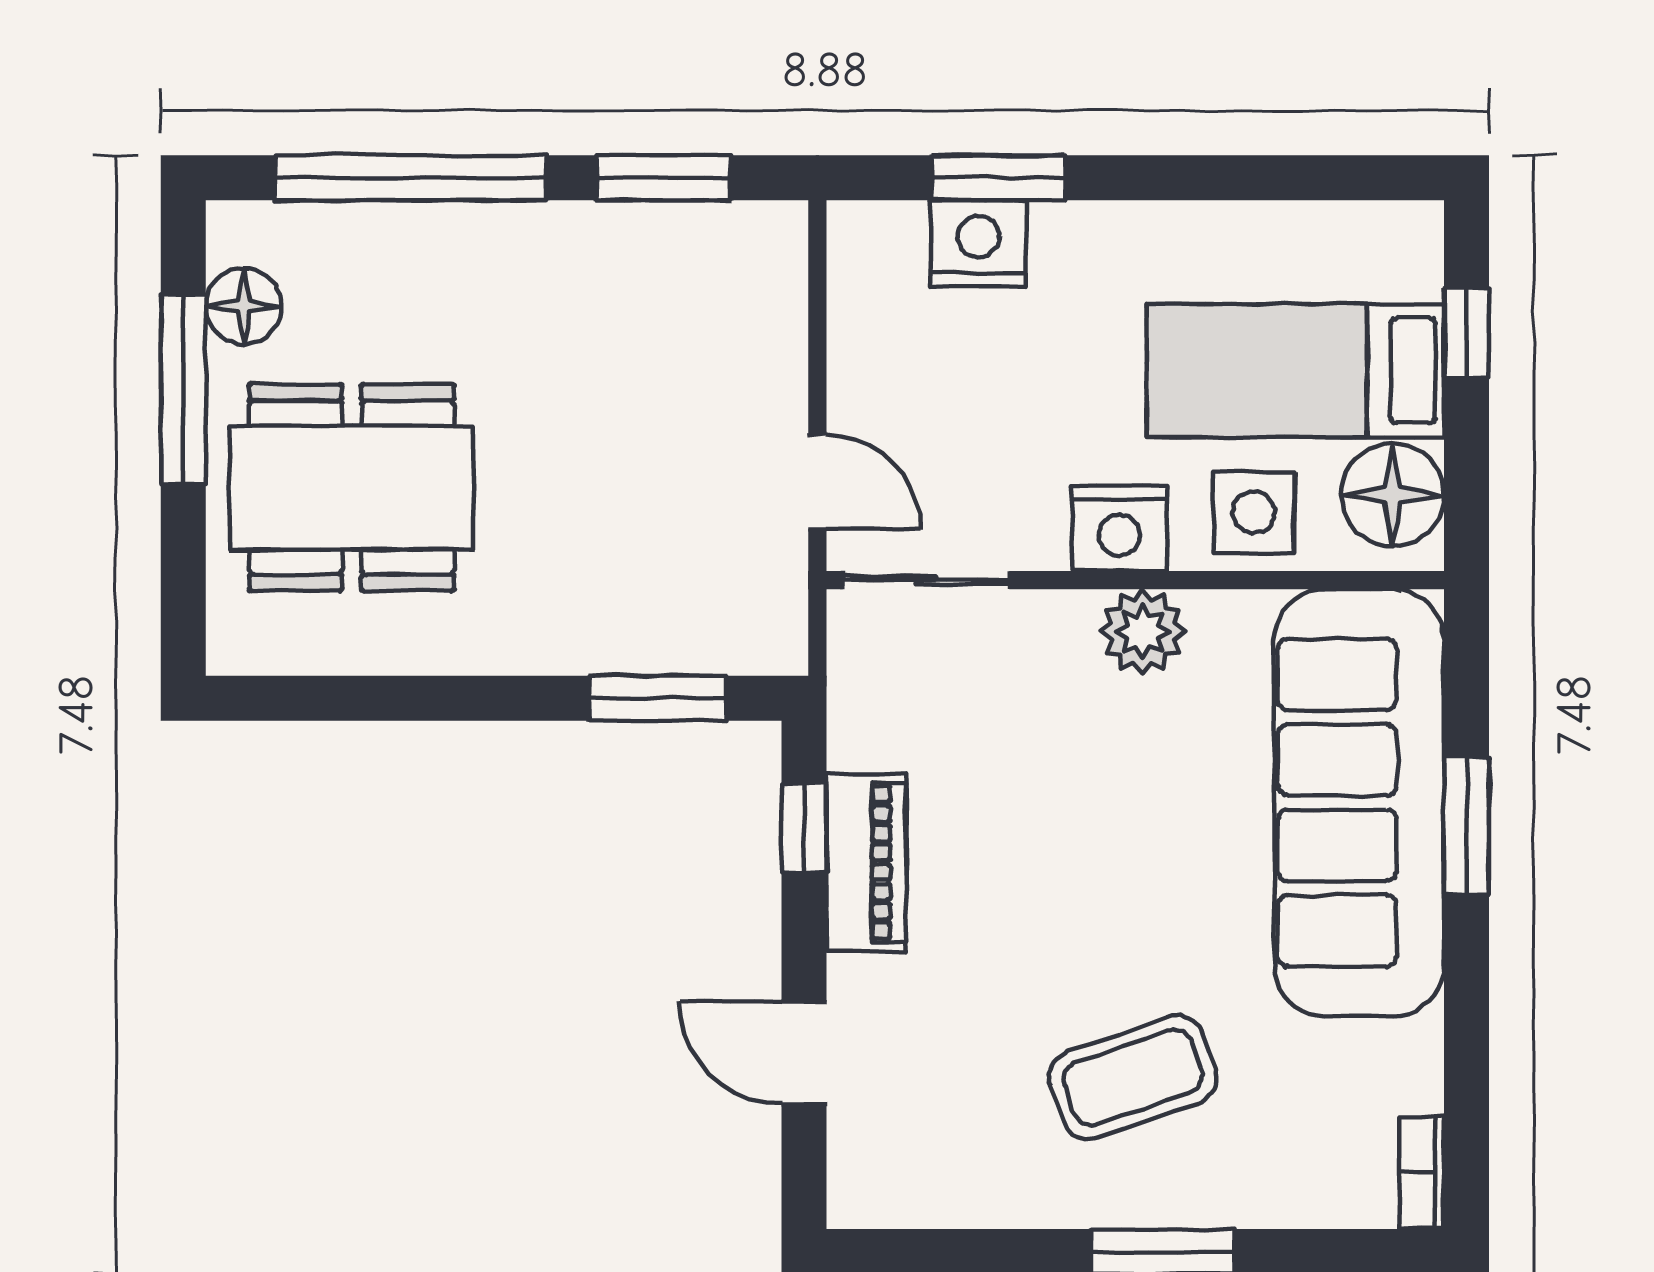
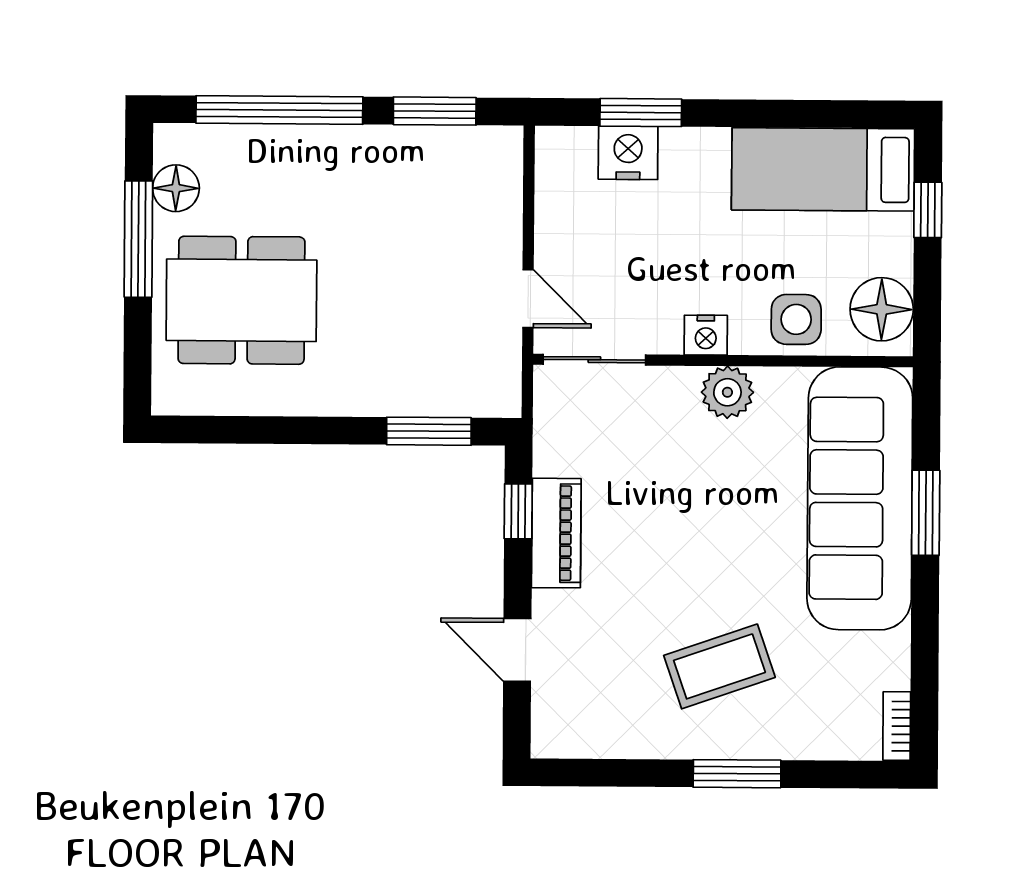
bed: (1296, 371) -> (823, 169), moved
nightstand: (1119, 528) -> (706, 335), width x0.74, depth x0.75

